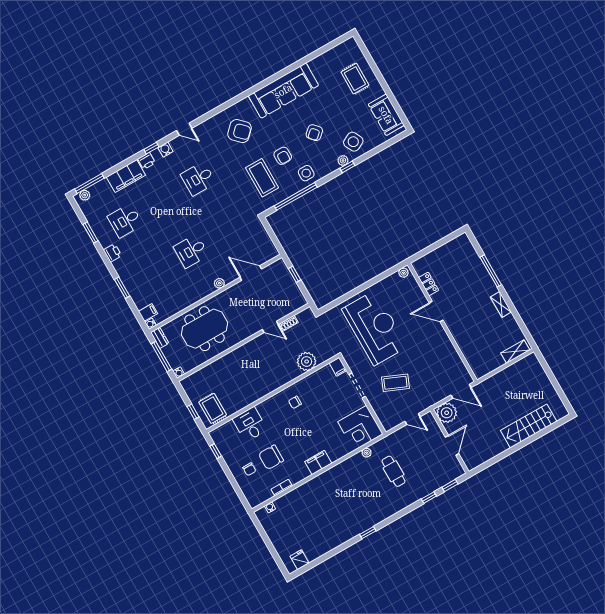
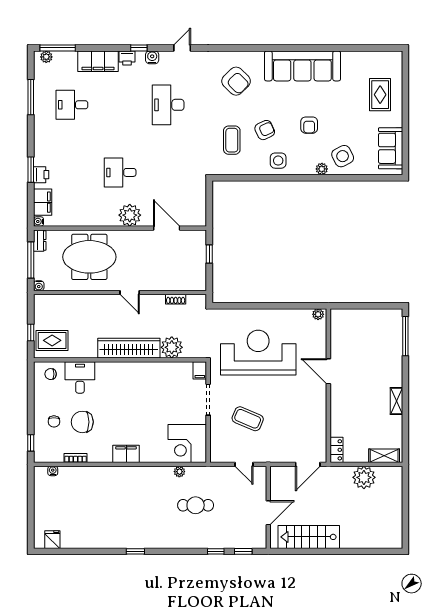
door: (184, 129) -> (182, 48), swing flipped
armchair: (314, 133) -> (309, 125), turned -48
armchair: (283, 156) -> (265, 130), turned -115
window: (347, 167) -> (322, 178), removed
coffee table: (262, 178) -> (232, 140), width x0.73, depth x0.76
desk: (198, 179) -> (168, 105), width x1.37
window: (296, 196) -> (255, 178), removed
window: (90, 233) -> (31, 97), width x1.44
printer: (112, 253) -> (41, 175), moved
window: (491, 271) -> (405, 336), moved
plant: (219, 283) -> (130, 215), width x1.88, depth x1.88
locker: (429, 284) -> (337, 450), moved
filing cabinet: (148, 312) -> (43, 202), width x2.00
door: (270, 327) -> (130, 293), moved
reception desk: (375, 328) -> (258, 353), turned -90
wardrobe: (274, 381) -> (129, 348), added
door: (461, 391) -> (308, 464), hinge flipped
chair: (295, 402) -> (51, 374), moved
rug: (213, 408) -> (52, 340), turned 90
plant: (447, 413) -> (364, 477), moved
stairs: (529, 426) -> (309, 537), moved
window: (216, 451) -> (31, 443), moved
cafe table: (393, 471) -> (196, 505), turned 90

